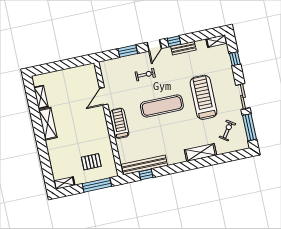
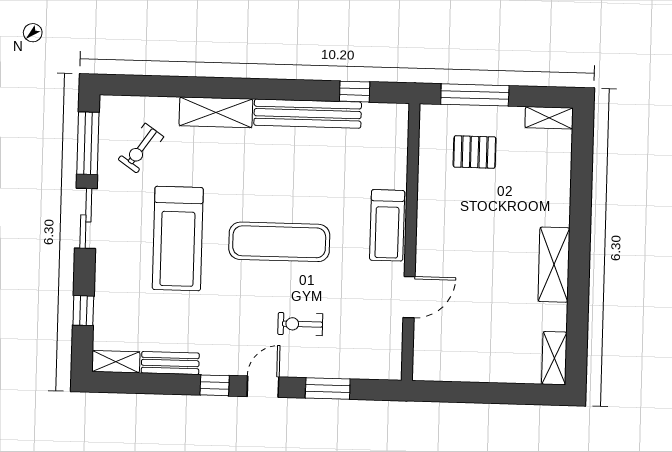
bench: (183, 48) -> (170, 363), moved
shelving: (41, 97) -> (554, 358), moved
bench: (145, 165) -> (308, 114), moved

